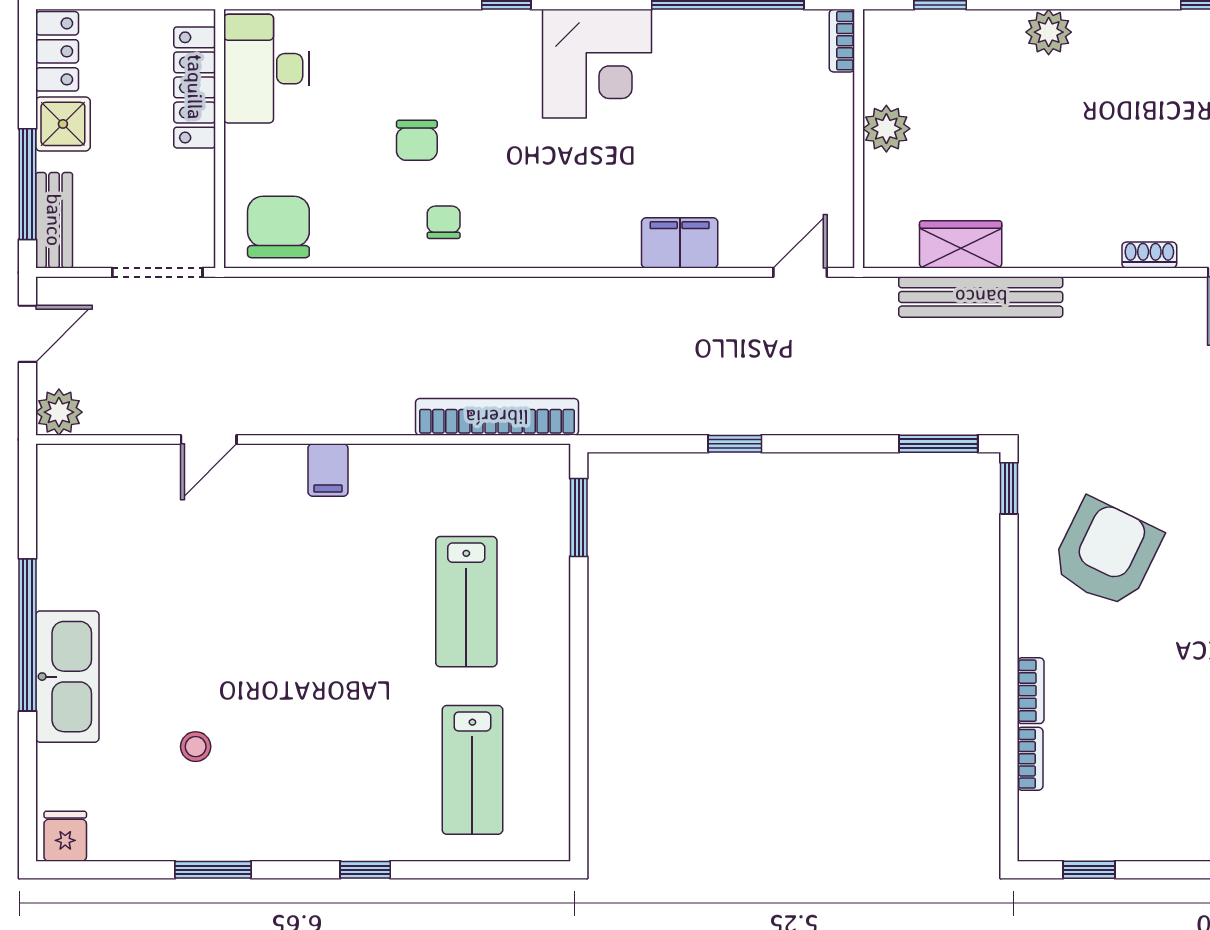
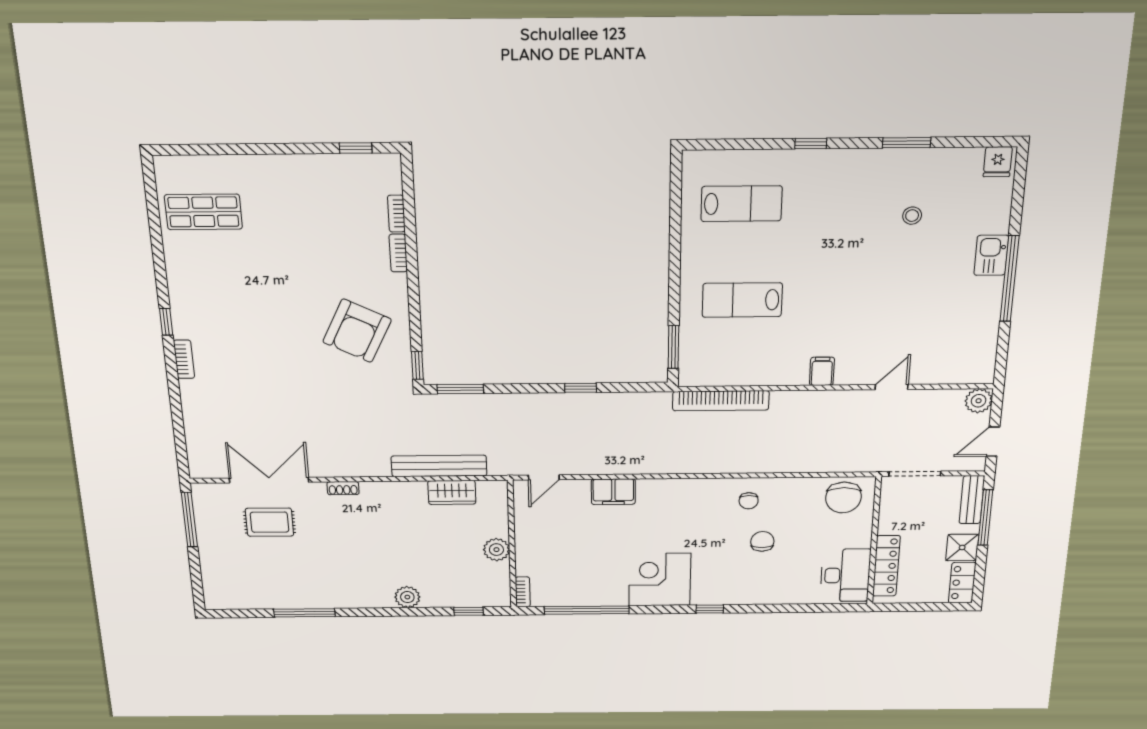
lab bench: (466, 602) -> (742, 300), turned -90
kitchen sink: (67, 677) -> (991, 255), width x0.53, depth x0.81
lab bench: (472, 770) -> (742, 204), turned 90

